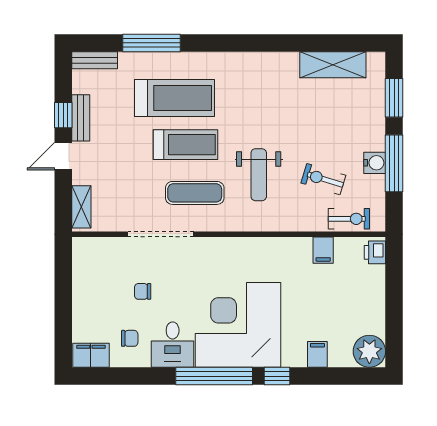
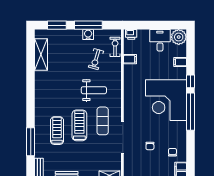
treadmill: (175, 98) -> (57, 131), width x0.73, depth x0.73
desk: (173, 345) -> (160, 40), moved, turned -90

